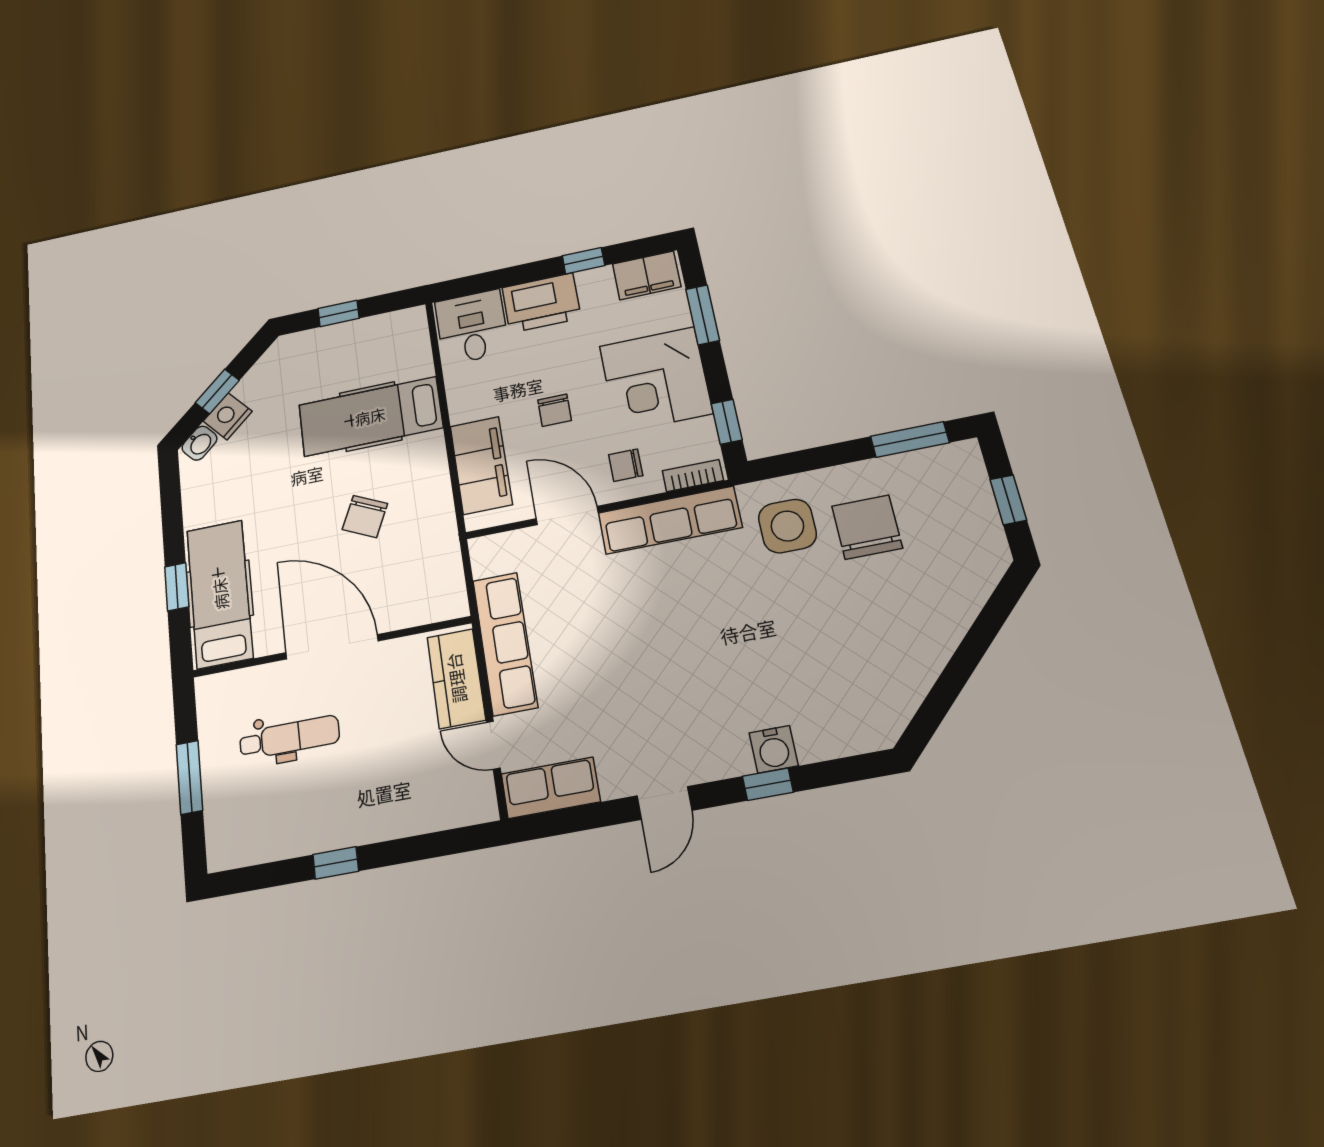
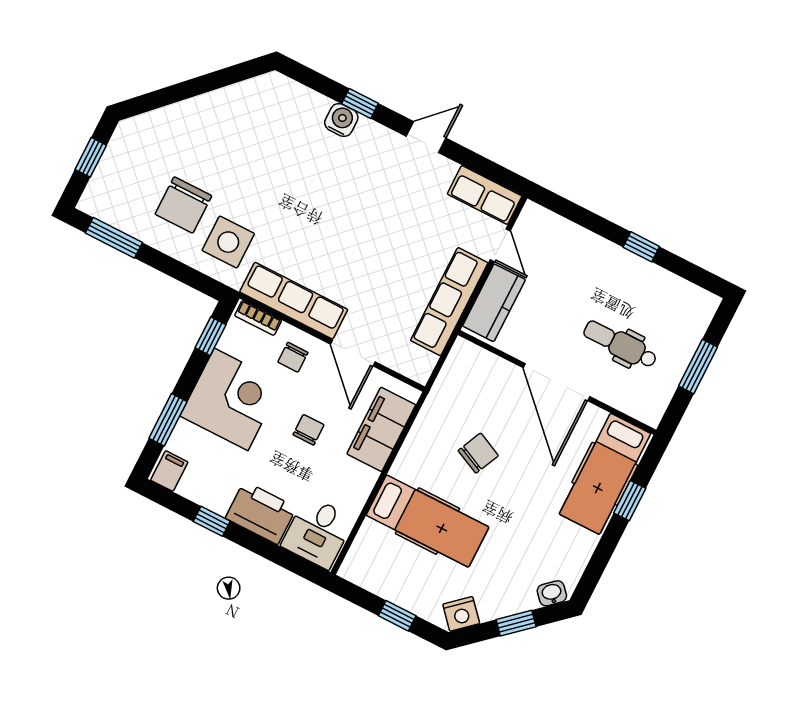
filing cabinet: (647, 275) -> (169, 471), width x0.50
nightstand: (228, 416) -> (461, 614), moved
chair: (626, 465) -> (293, 357), turned 90

